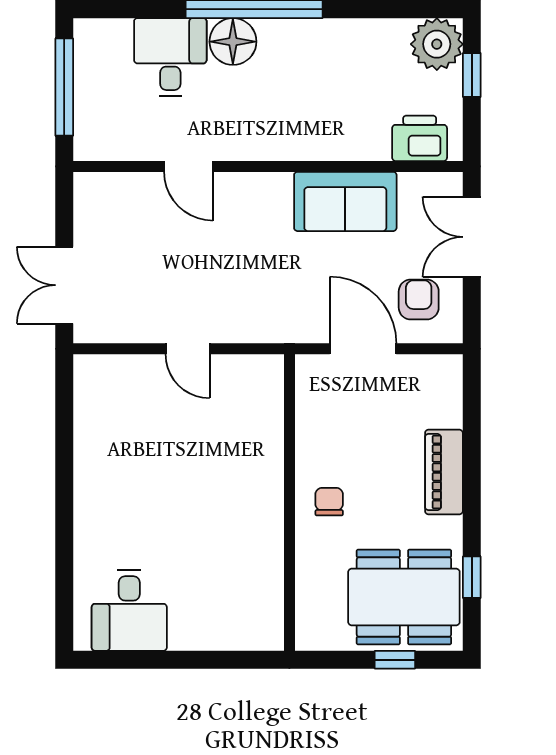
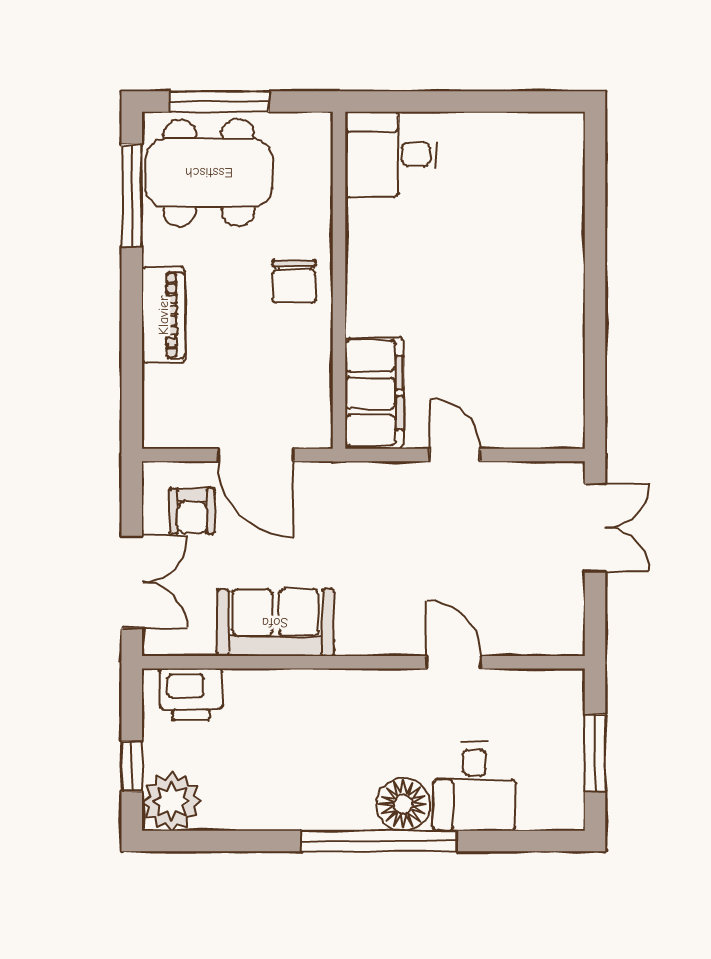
window: (64, 87) -> (595, 752), width x0.69
filing cabinet: (259, 403) -> (374, 393), added
chair: (329, 502) -> (294, 281), width x1.37, depth x1.37
window: (472, 577) -> (132, 195), width x2.17
desk: (129, 610) -> (391, 154), moved, turned -90
window: (395, 660) -> (219, 102), width x2.17

